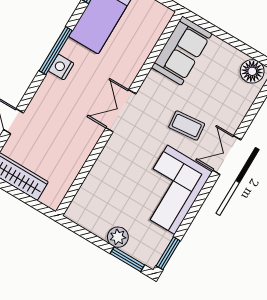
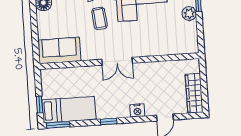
window: (56, 51) -> (109, 121), width x0.46
nightstand: (61, 67) -> (137, 110), moved

